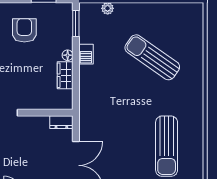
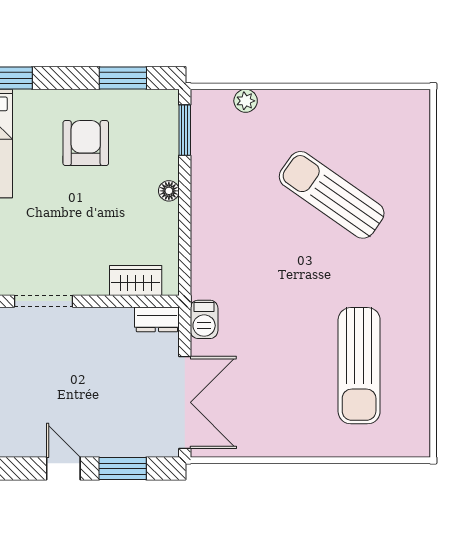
barbecue: (86, 54) -> (204, 319), moved
wardrobe: (65, 75) -> (136, 281), moved, turned 90

